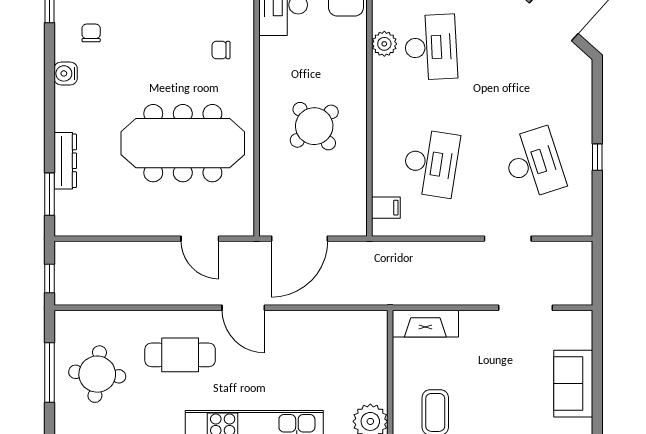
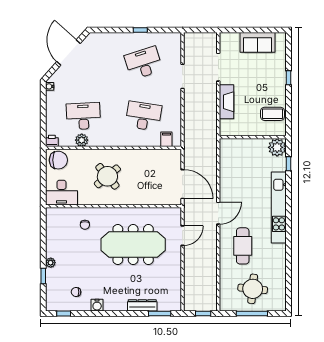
round table: (314, 126) -> (107, 176), moved
meeting table: (183, 143) -> (133, 244), turned 90
fireplace: (425, 324) -> (227, 102), moved

